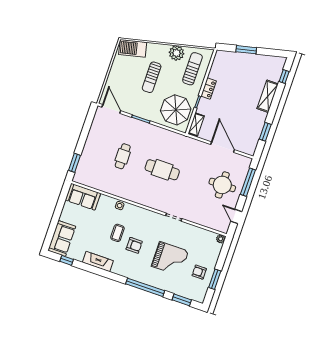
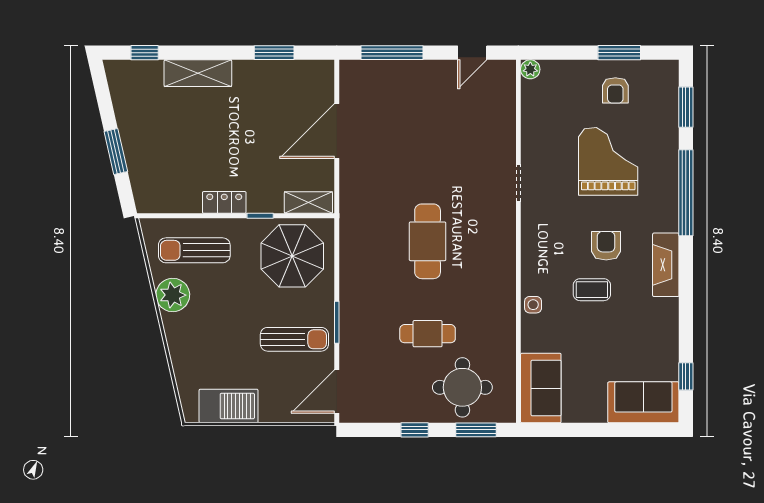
barbecue: (133, 48) -> (229, 406), moved, turned -77
sun lounger: (152, 77) -> (294, 339), moved
window: (83, 137) -> (415, 430), added
round table: (222, 185) -> (462, 387), moved
fireplace: (98, 262) -> (666, 265), moved

